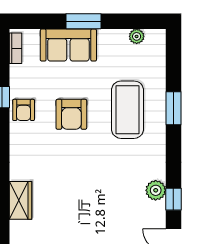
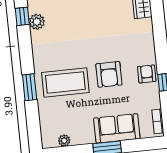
coffee table: (128, 110) -> (65, 82), turned 90
armchair: (71, 114) -> (109, 74), turned 180

